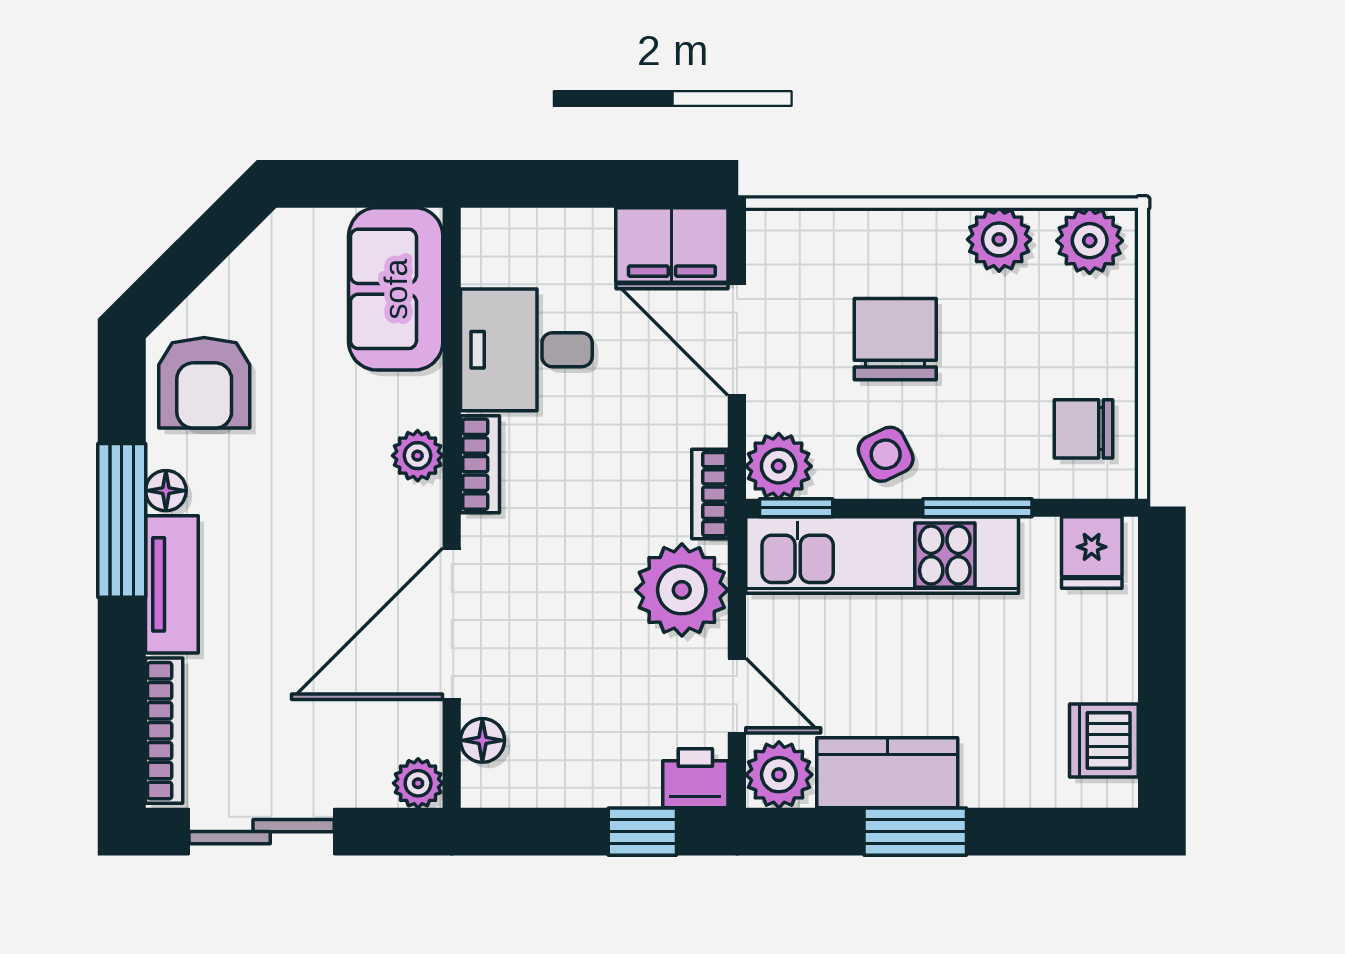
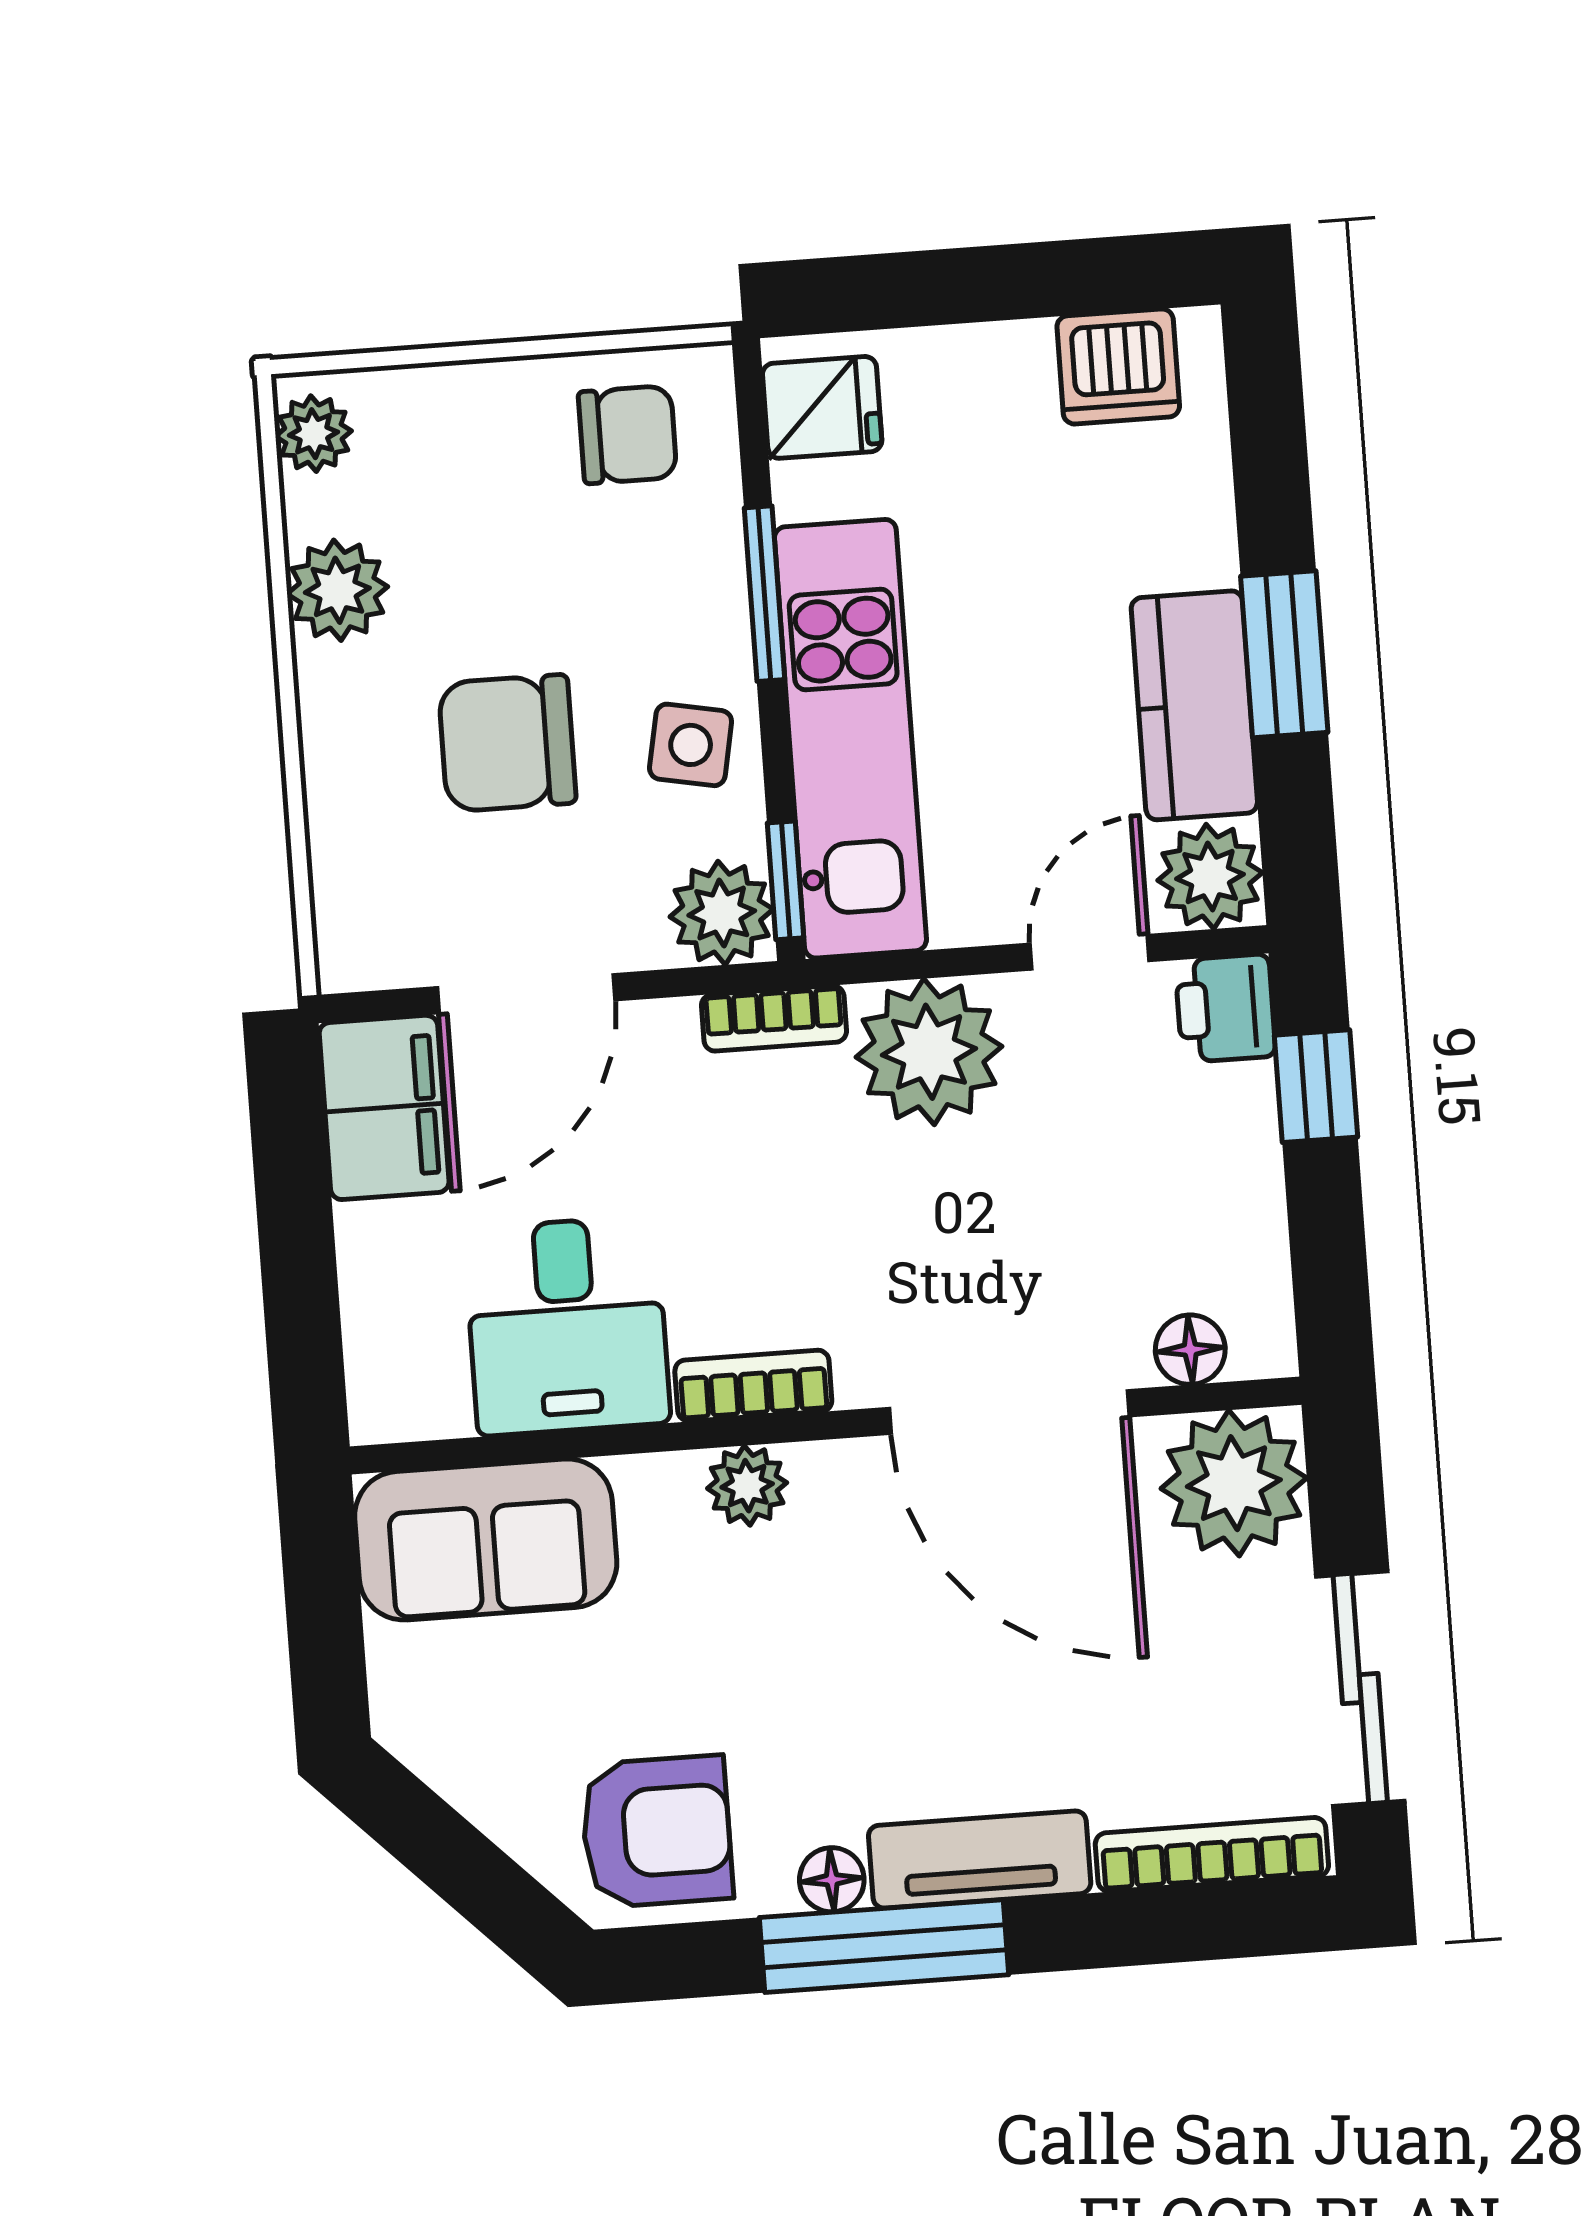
plant: (1090, 241) -> (313, 434), width x0.73, depth x0.73
chair: (1084, 429) -> (628, 435), turned -90
side table: (886, 454) -> (691, 745), turned 37
plant: (418, 783) -> (1234, 1483), width x1.87, depth x1.87

